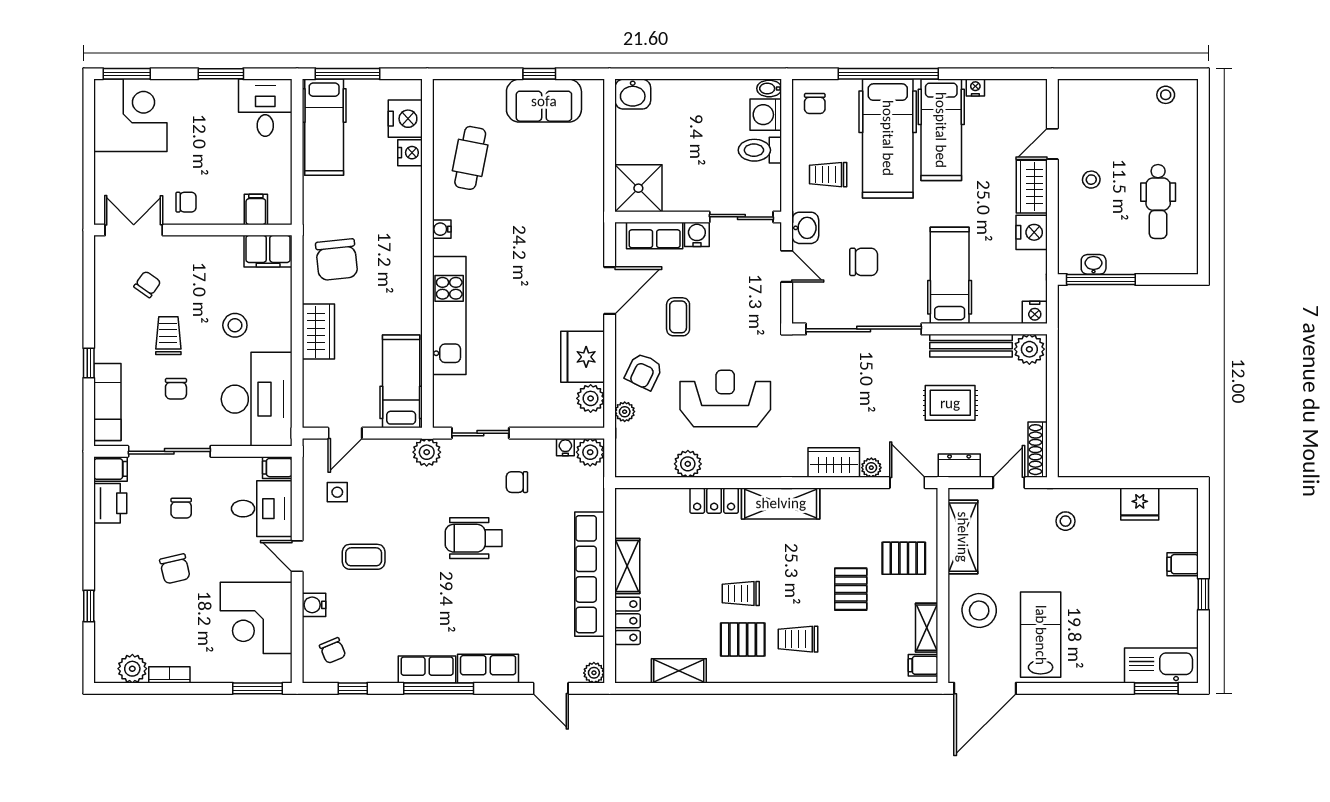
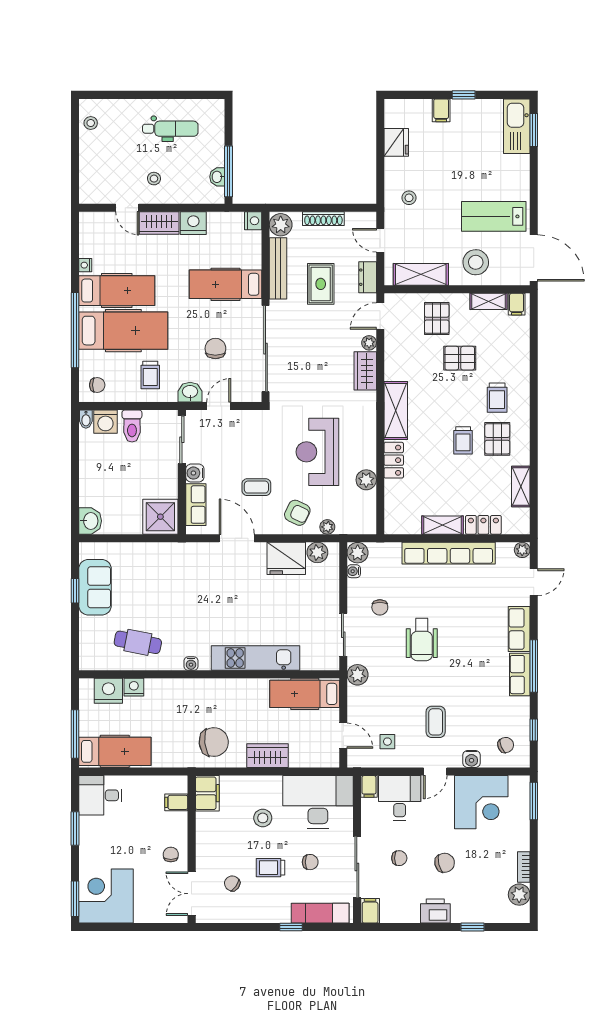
shoe rack: (1038, 450) -> (323, 219), moved
printer: (110, 503) -> (435, 911), moved

